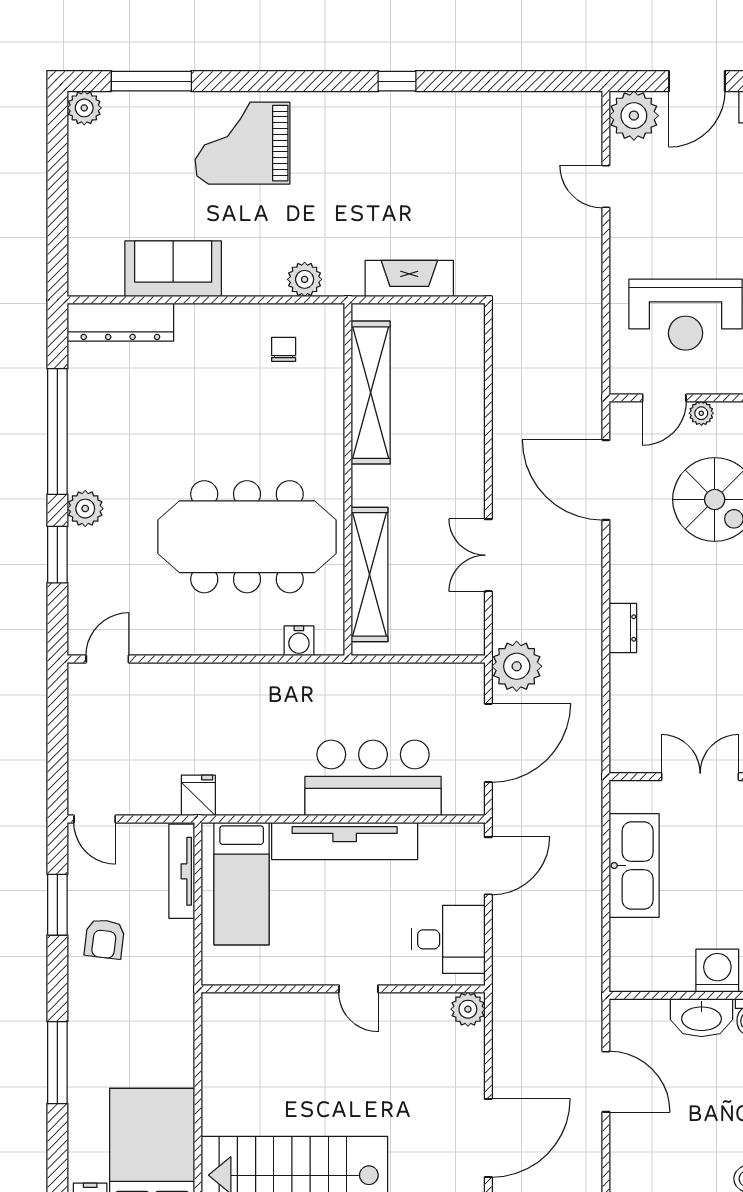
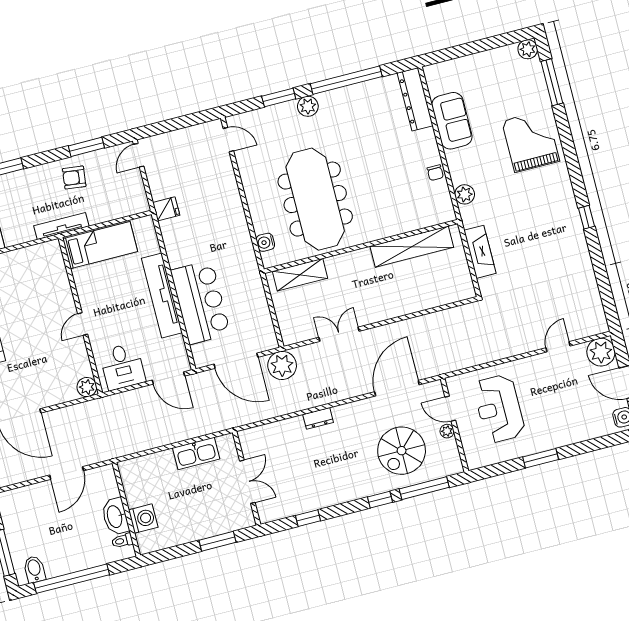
chair: (284, 349) -> (435, 173), moved, turned 90
shelving: (370, 574) -> (300, 275), width x0.68
kitchen sink: (634, 866) -> (196, 453), width x0.73, depth x0.81
tv unit: (182, 871) -> (61, 226), moved
bed: (242, 884) -> (100, 245), moved, turned 180

